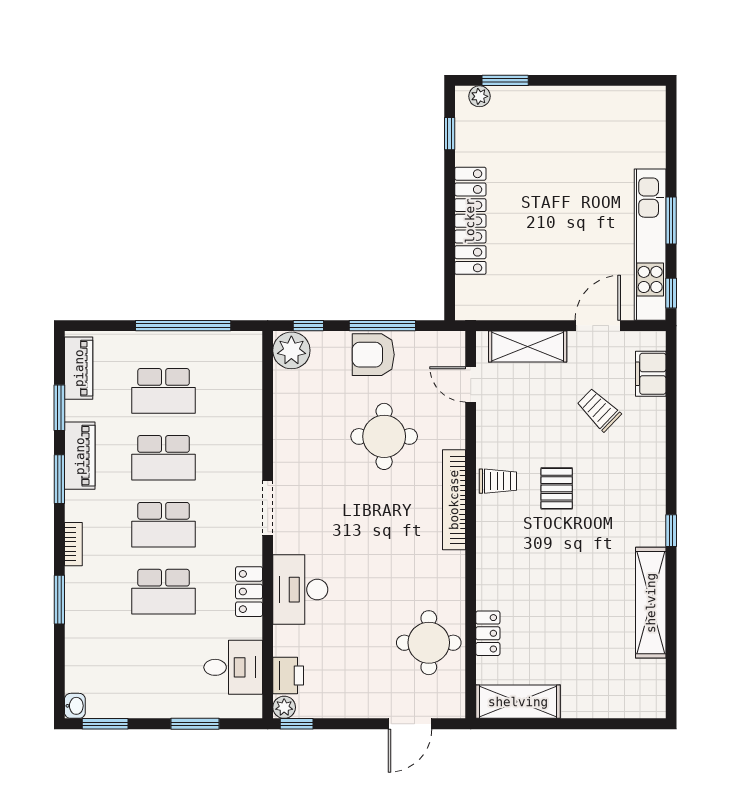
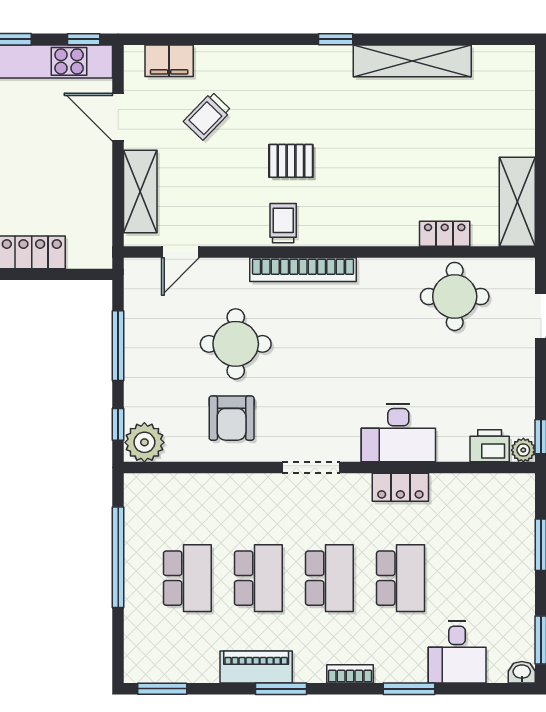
armchair: (373, 355) -> (232, 418), moved
piano: (79, 368) -> (163, 668), removed
window: (59, 408) -> (162, 689), moved
desk: (233, 667) -> (457, 652), moved, turned 180

